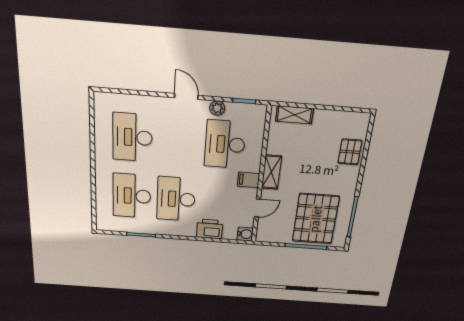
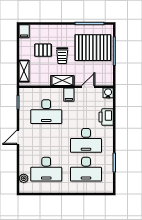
plant: (217, 108) -> (24, 178), moved
filing cabinet: (359, 120) -> (24, 31), added
pallet: (350, 152) -> (43, 50), moved
trolley: (310, 175) -> (62, 56), added
door: (257, 208) -> (88, 87), hinge flipped

